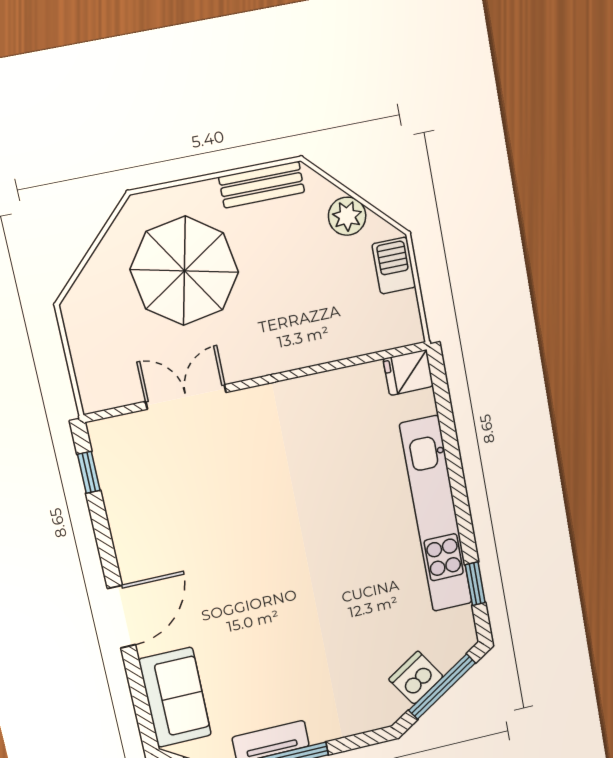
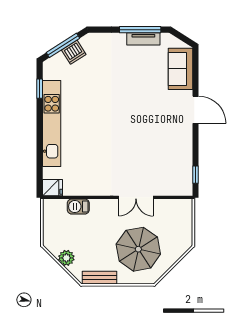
barbecue: (394, 266) -> (78, 207), moved, turned 90
double door: (186, 397) -> (136, 197), moved
door: (121, 617) -> (195, 110), swing flipped

